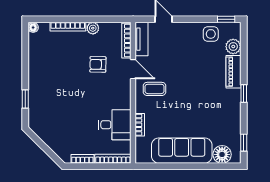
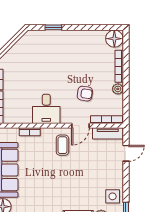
floor lamp: (33, 27) -> (114, 39), width x1.89, depth x1.89
armchair: (98, 64) -> (85, 94), turned 98
desk: (115, 125) -> (46, 109), moved

